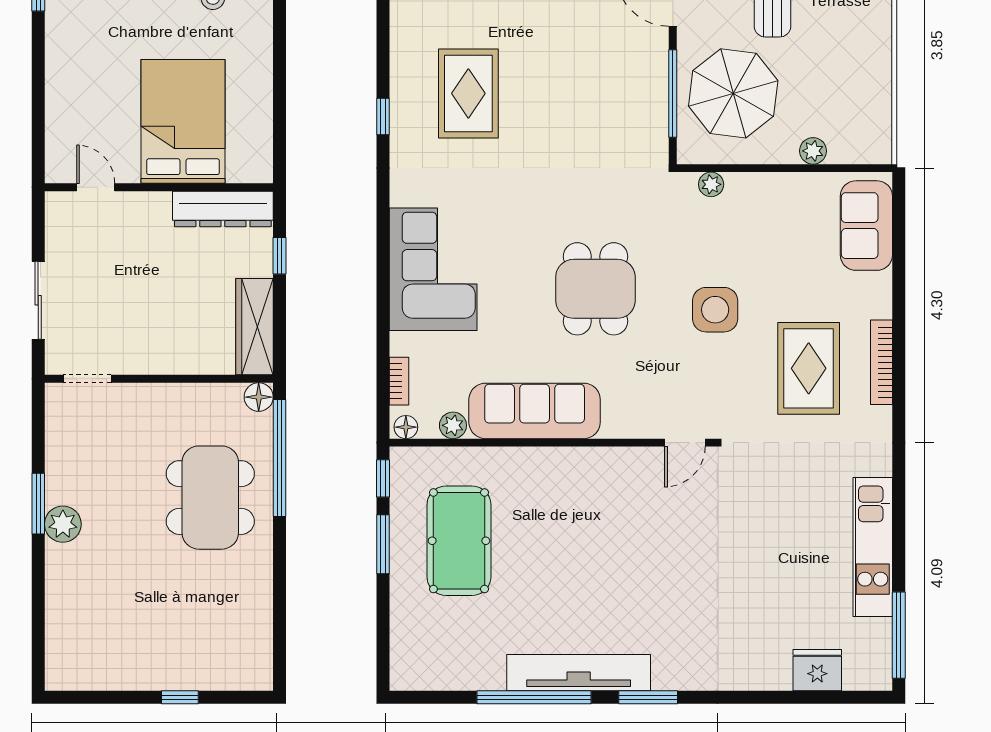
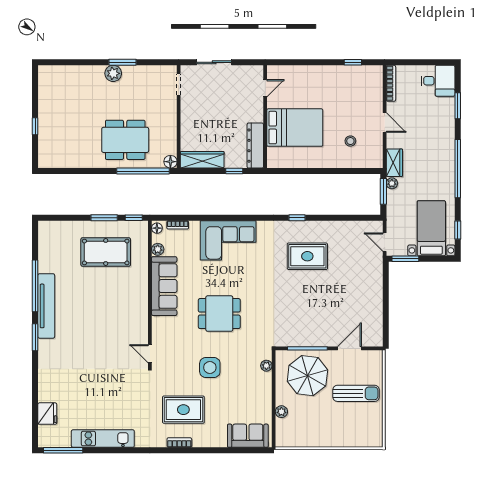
bookcase: (882, 362) -> (179, 443), width x0.64

